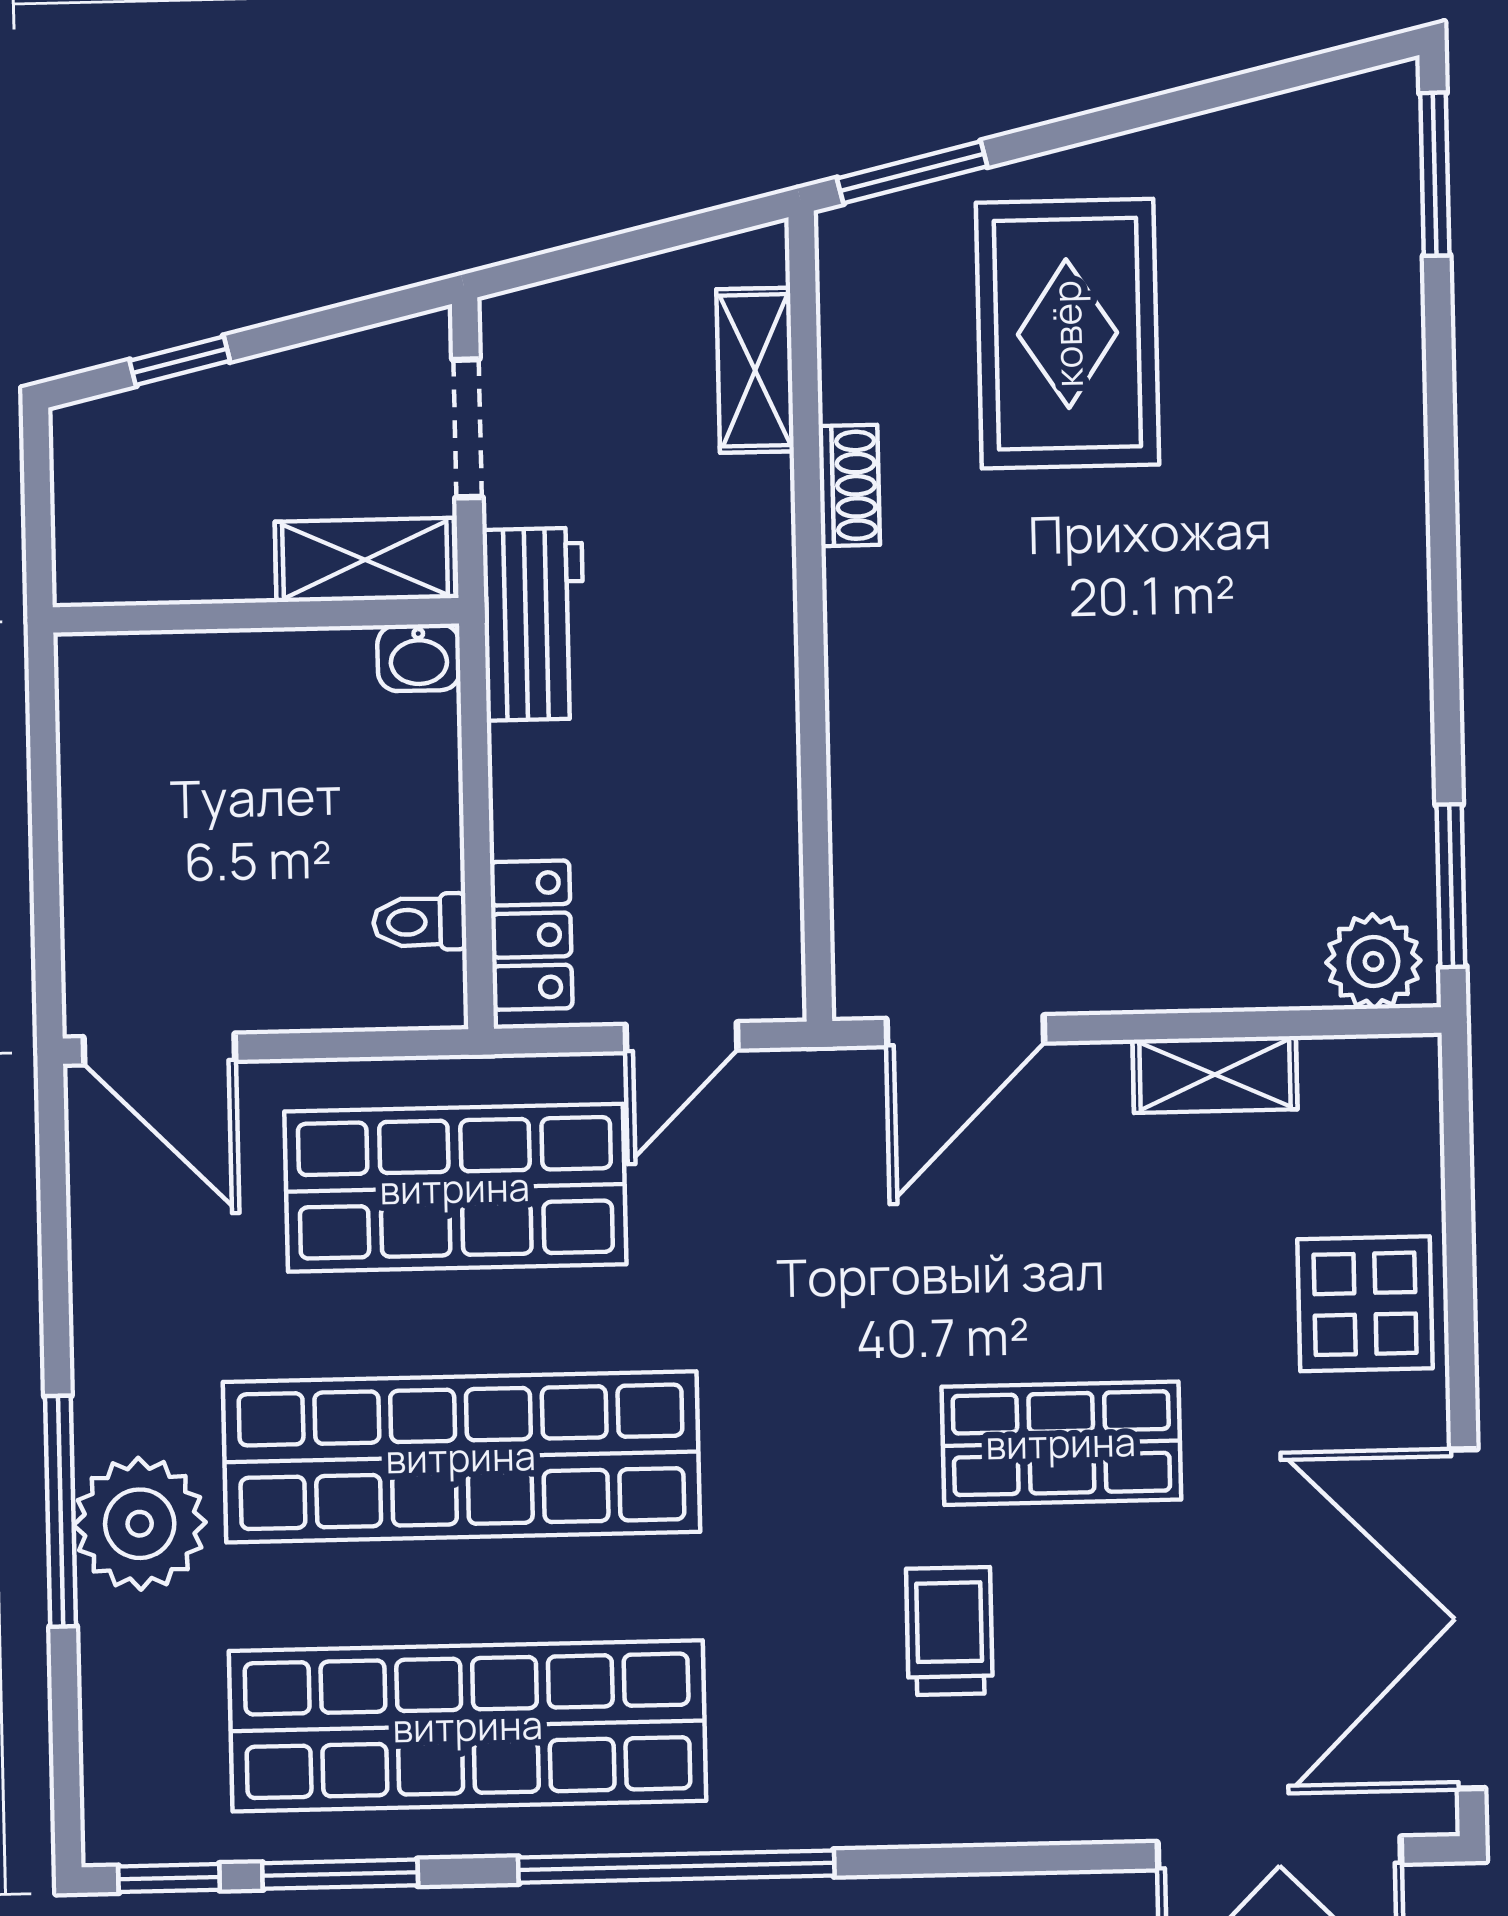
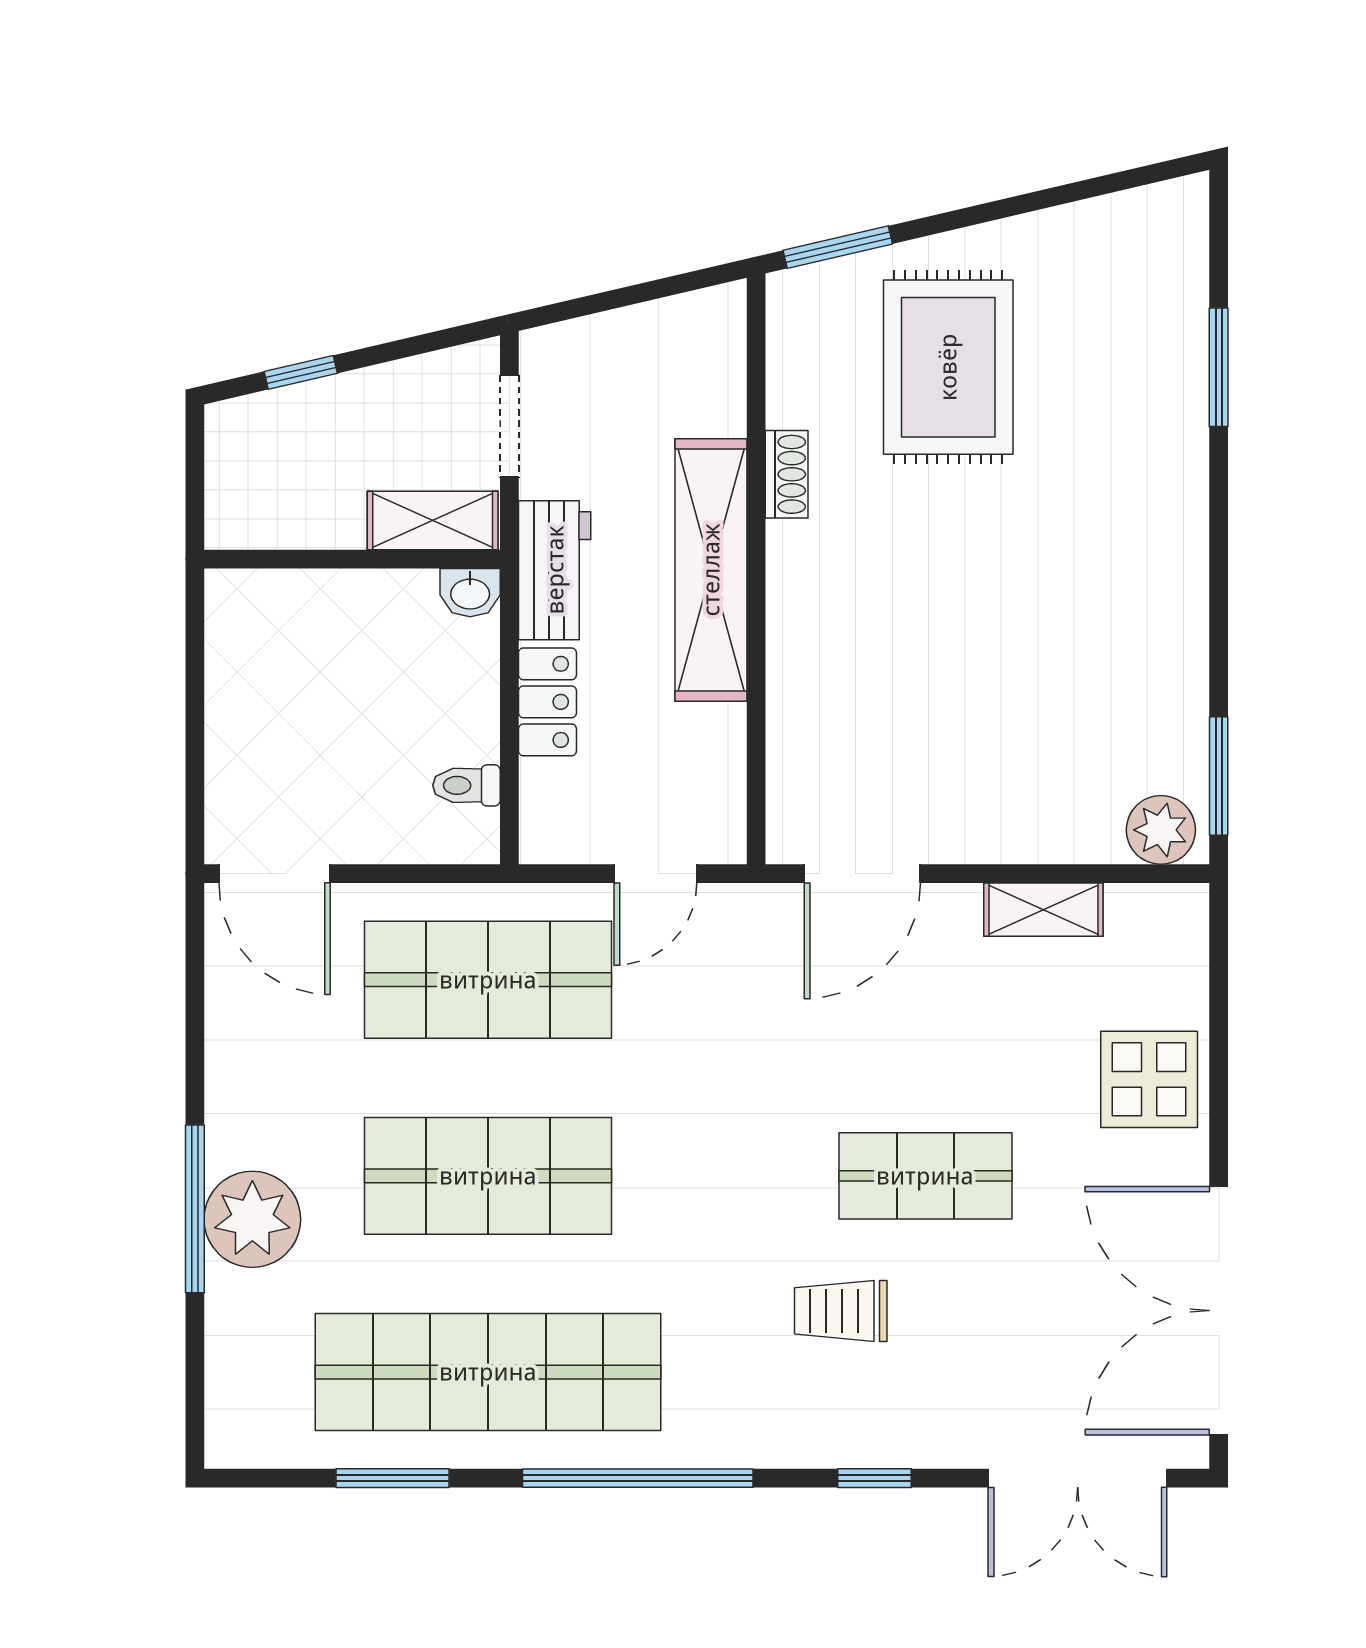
window: (1435, 174) -> (1219, 367), moved
shelving: (755, 370) -> (711, 570), moved, width x2.20, depth x1.33
locker: (531, 935) -> (547, 702), moved
shop shelf: (461, 1457) -> (488, 1176), width x0.71
trolley: (949, 1631) -> (841, 1311), turned -90
window: (169, 1878) -> (874, 1478), moved

